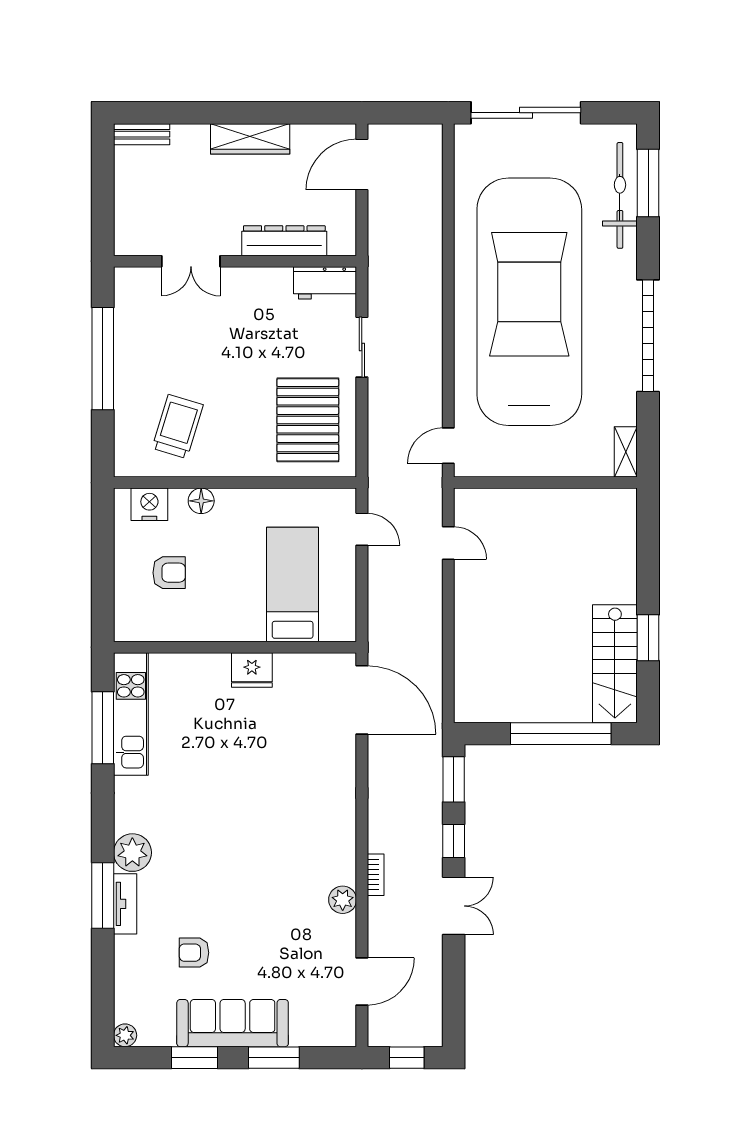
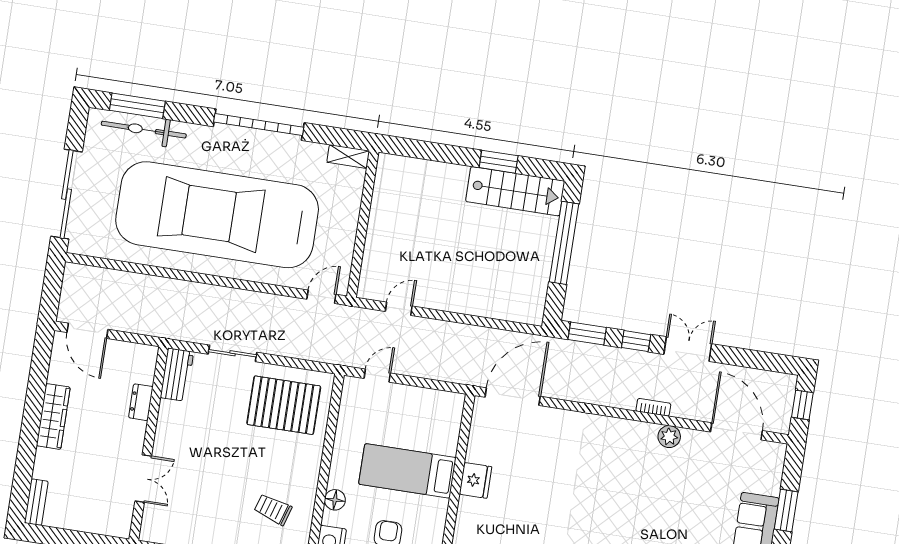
dresser: (284, 241) -> (141, 402), width x0.51, depth x0.80
trolley: (178, 427) -> (273, 509), width x0.73, depth x0.72
door: (448, 446) -> (321, 297), swing flipped
bed: (293, 584) -> (407, 471), moved
door: (362, 981) -> (736, 431), width x1.36

